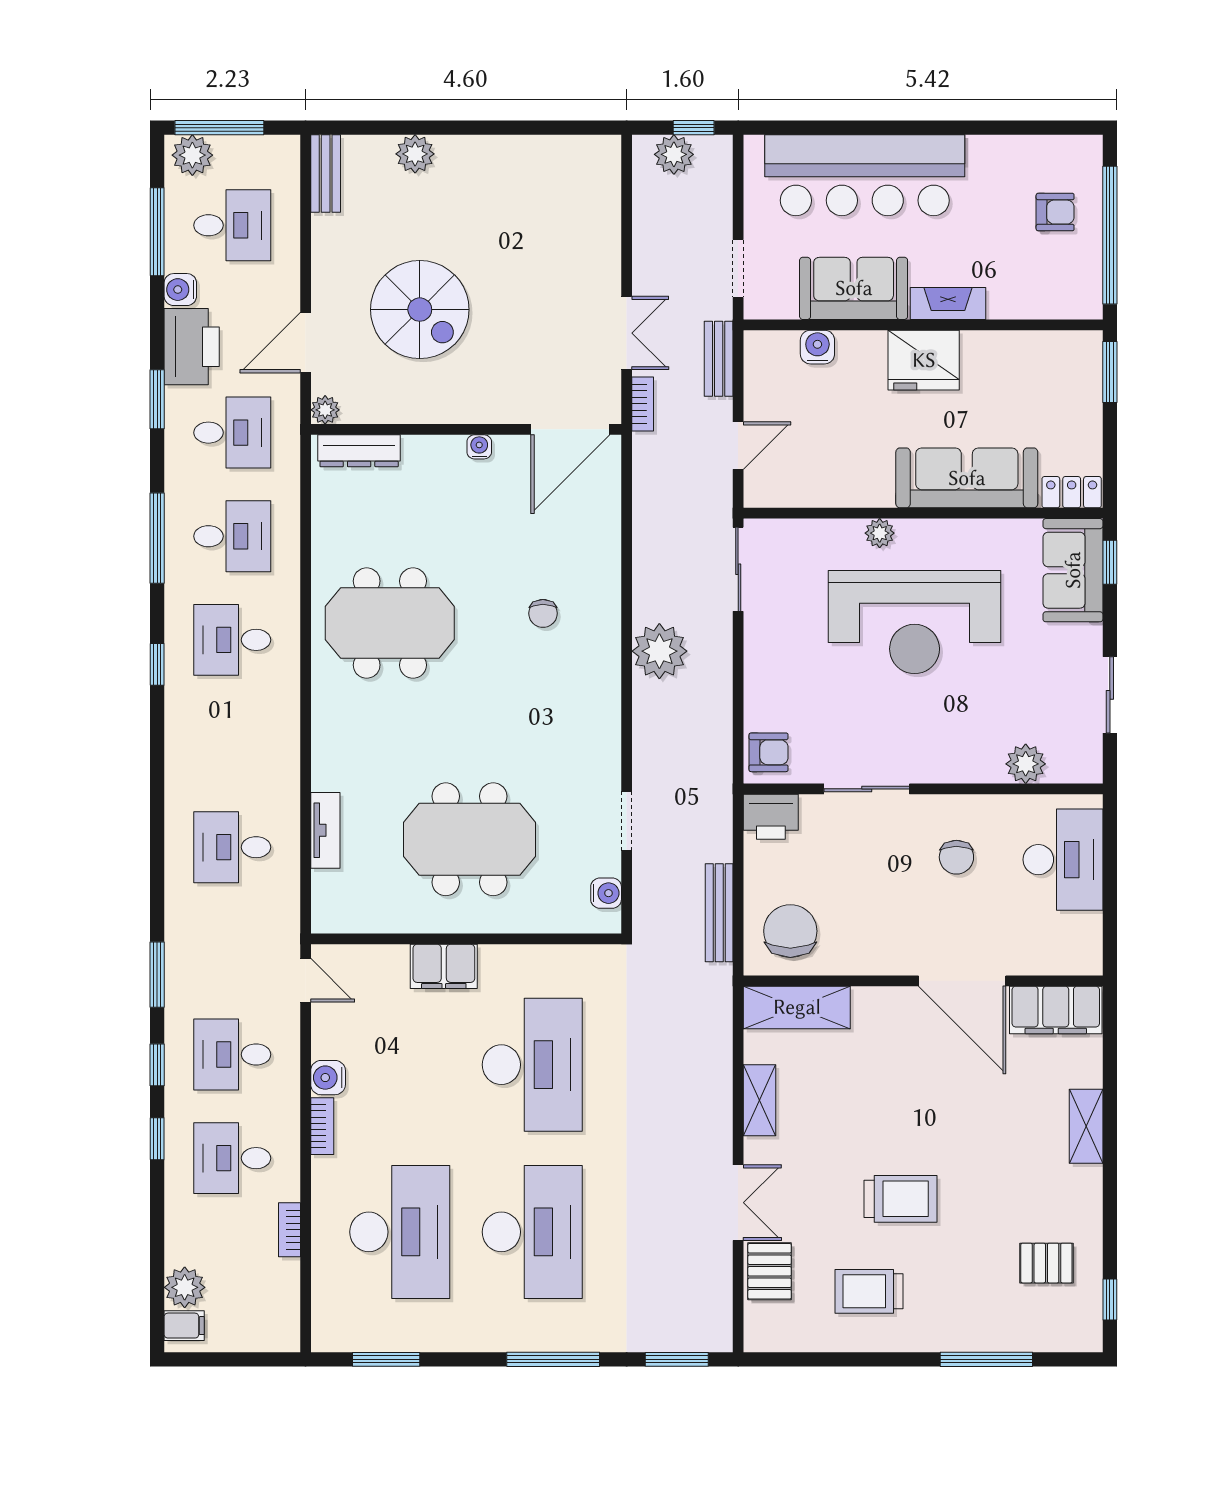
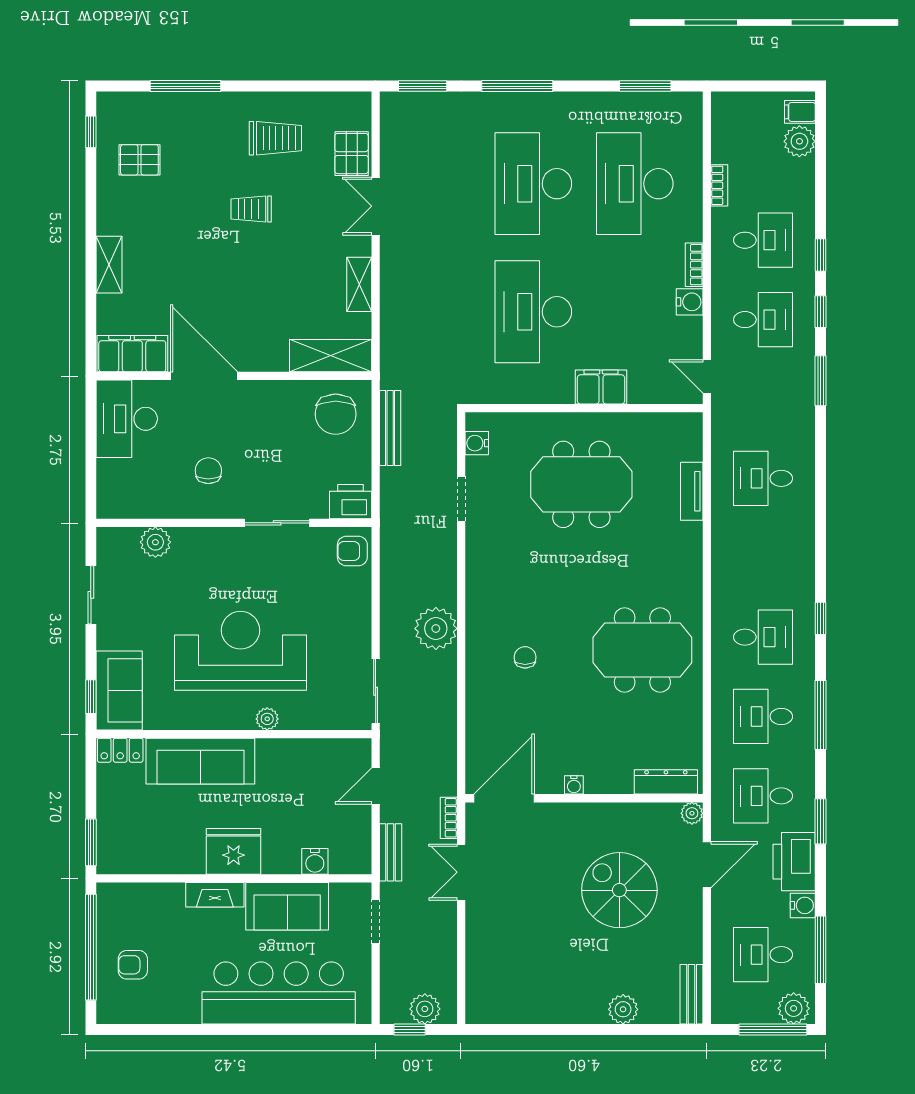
desk: (232, 847) -> (763, 478), turned 180
desk: (1063, 860) -> (127, 419), moved
trolley: (901, 1199) -> (251, 209), width x0.73, depth x0.72

